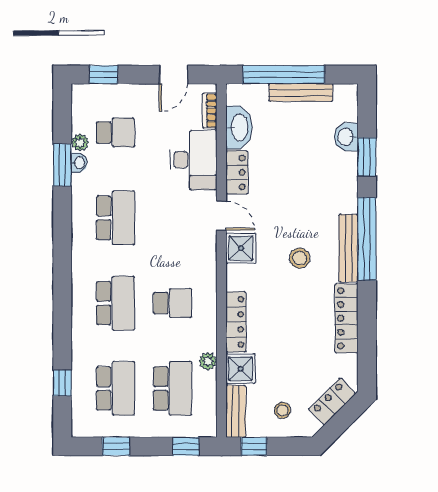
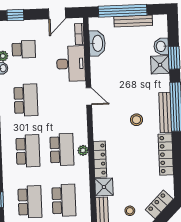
locker: (237, 172) -> (97, 70), removed
shower: (241, 248) -> (160, 65), moved
school desk: (172, 303) -> (62, 150), width x1.85
plant: (208, 361) -> (83, 150), moved

